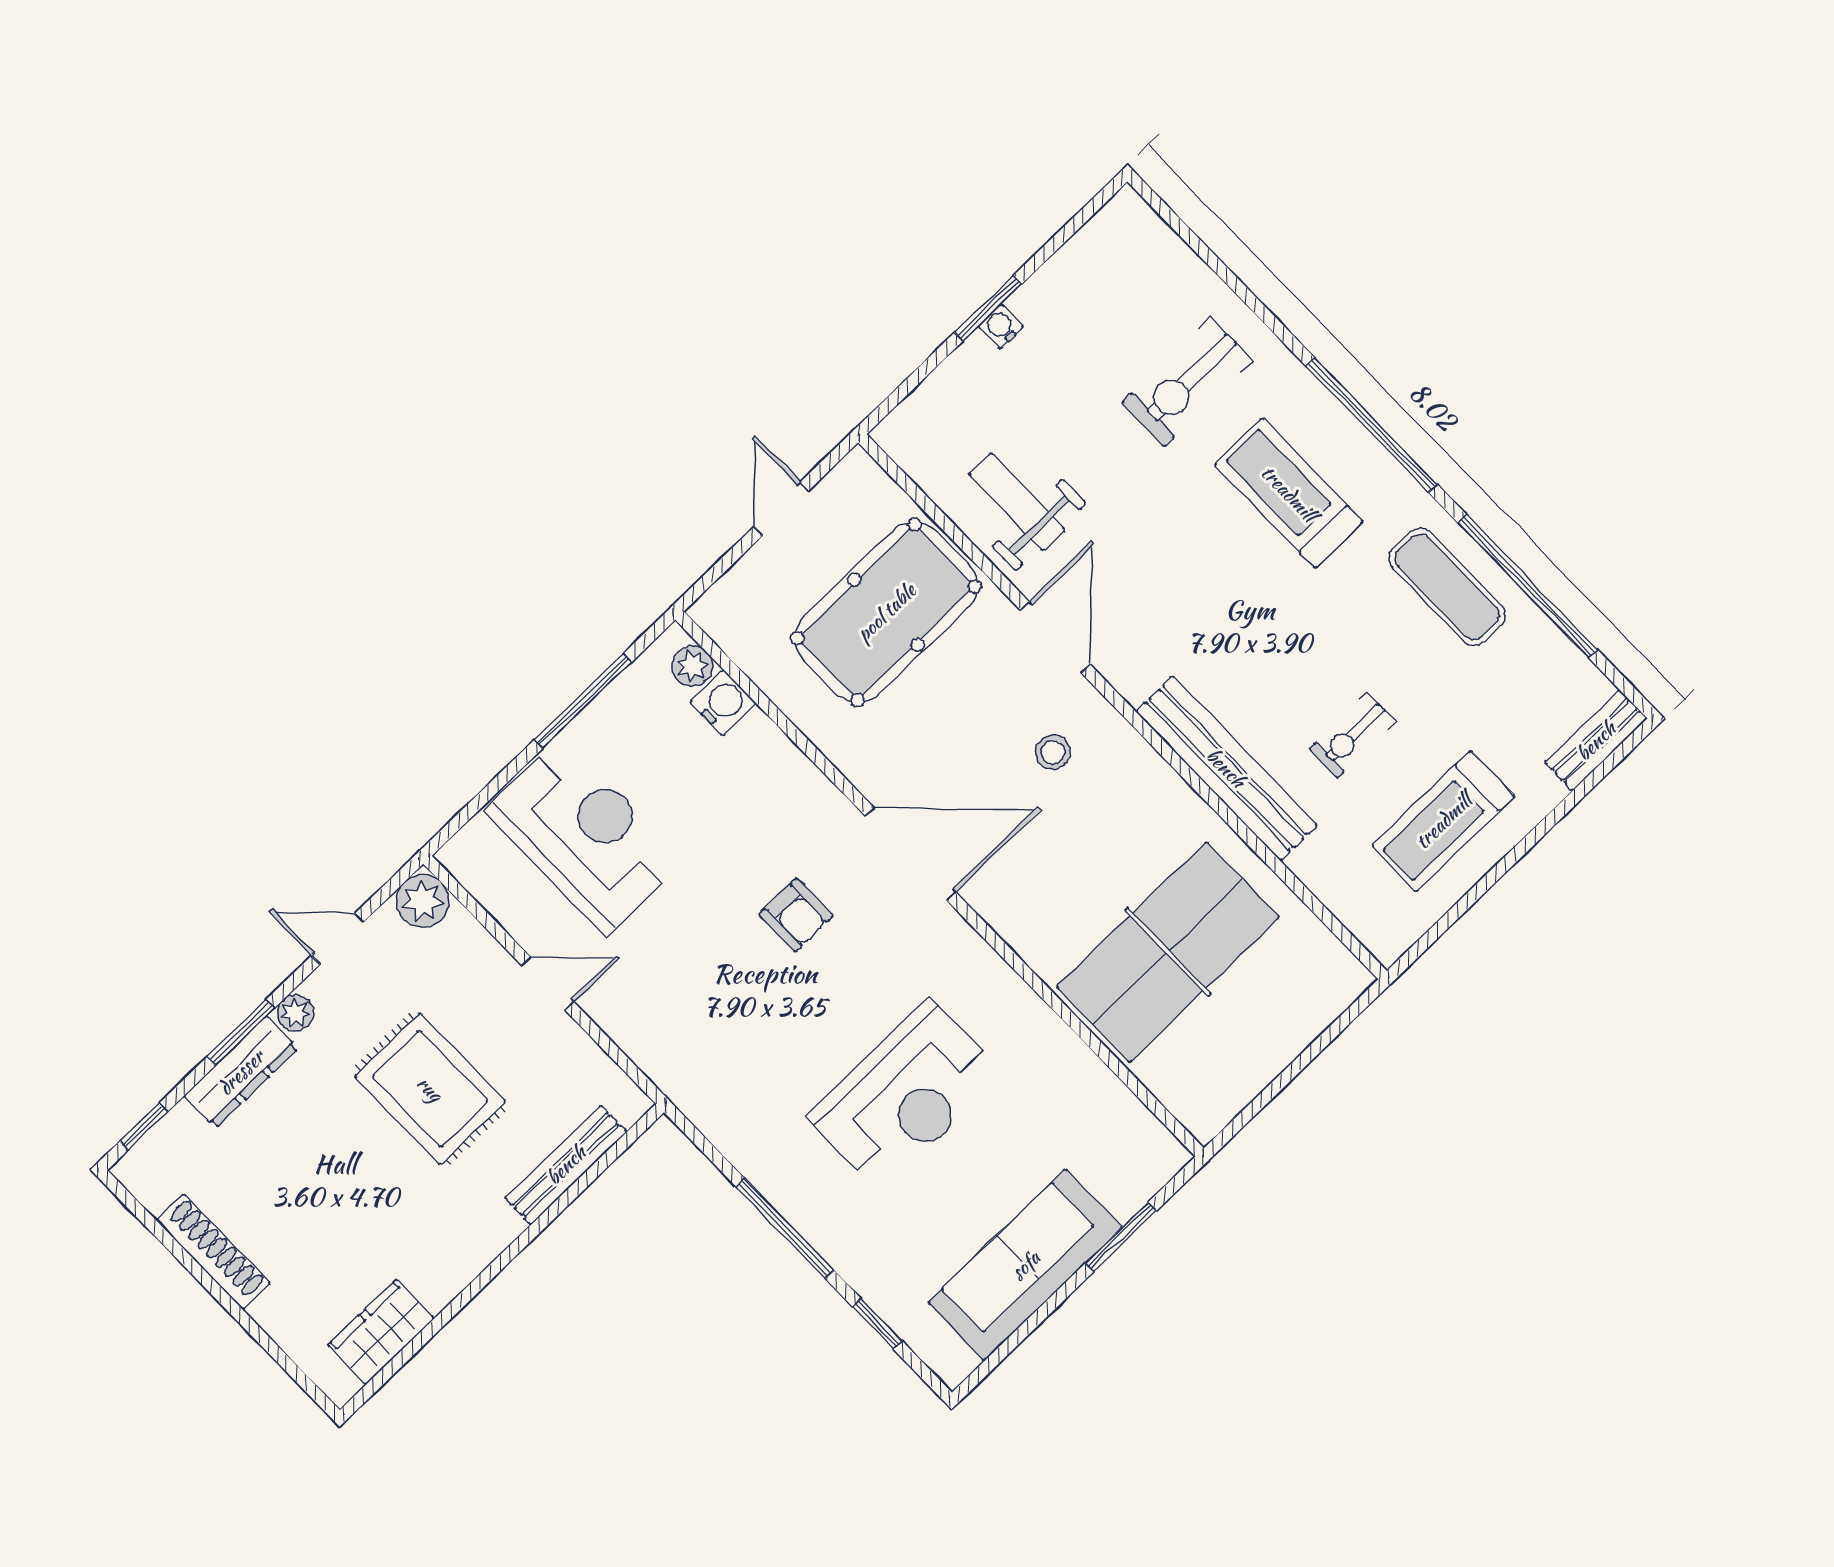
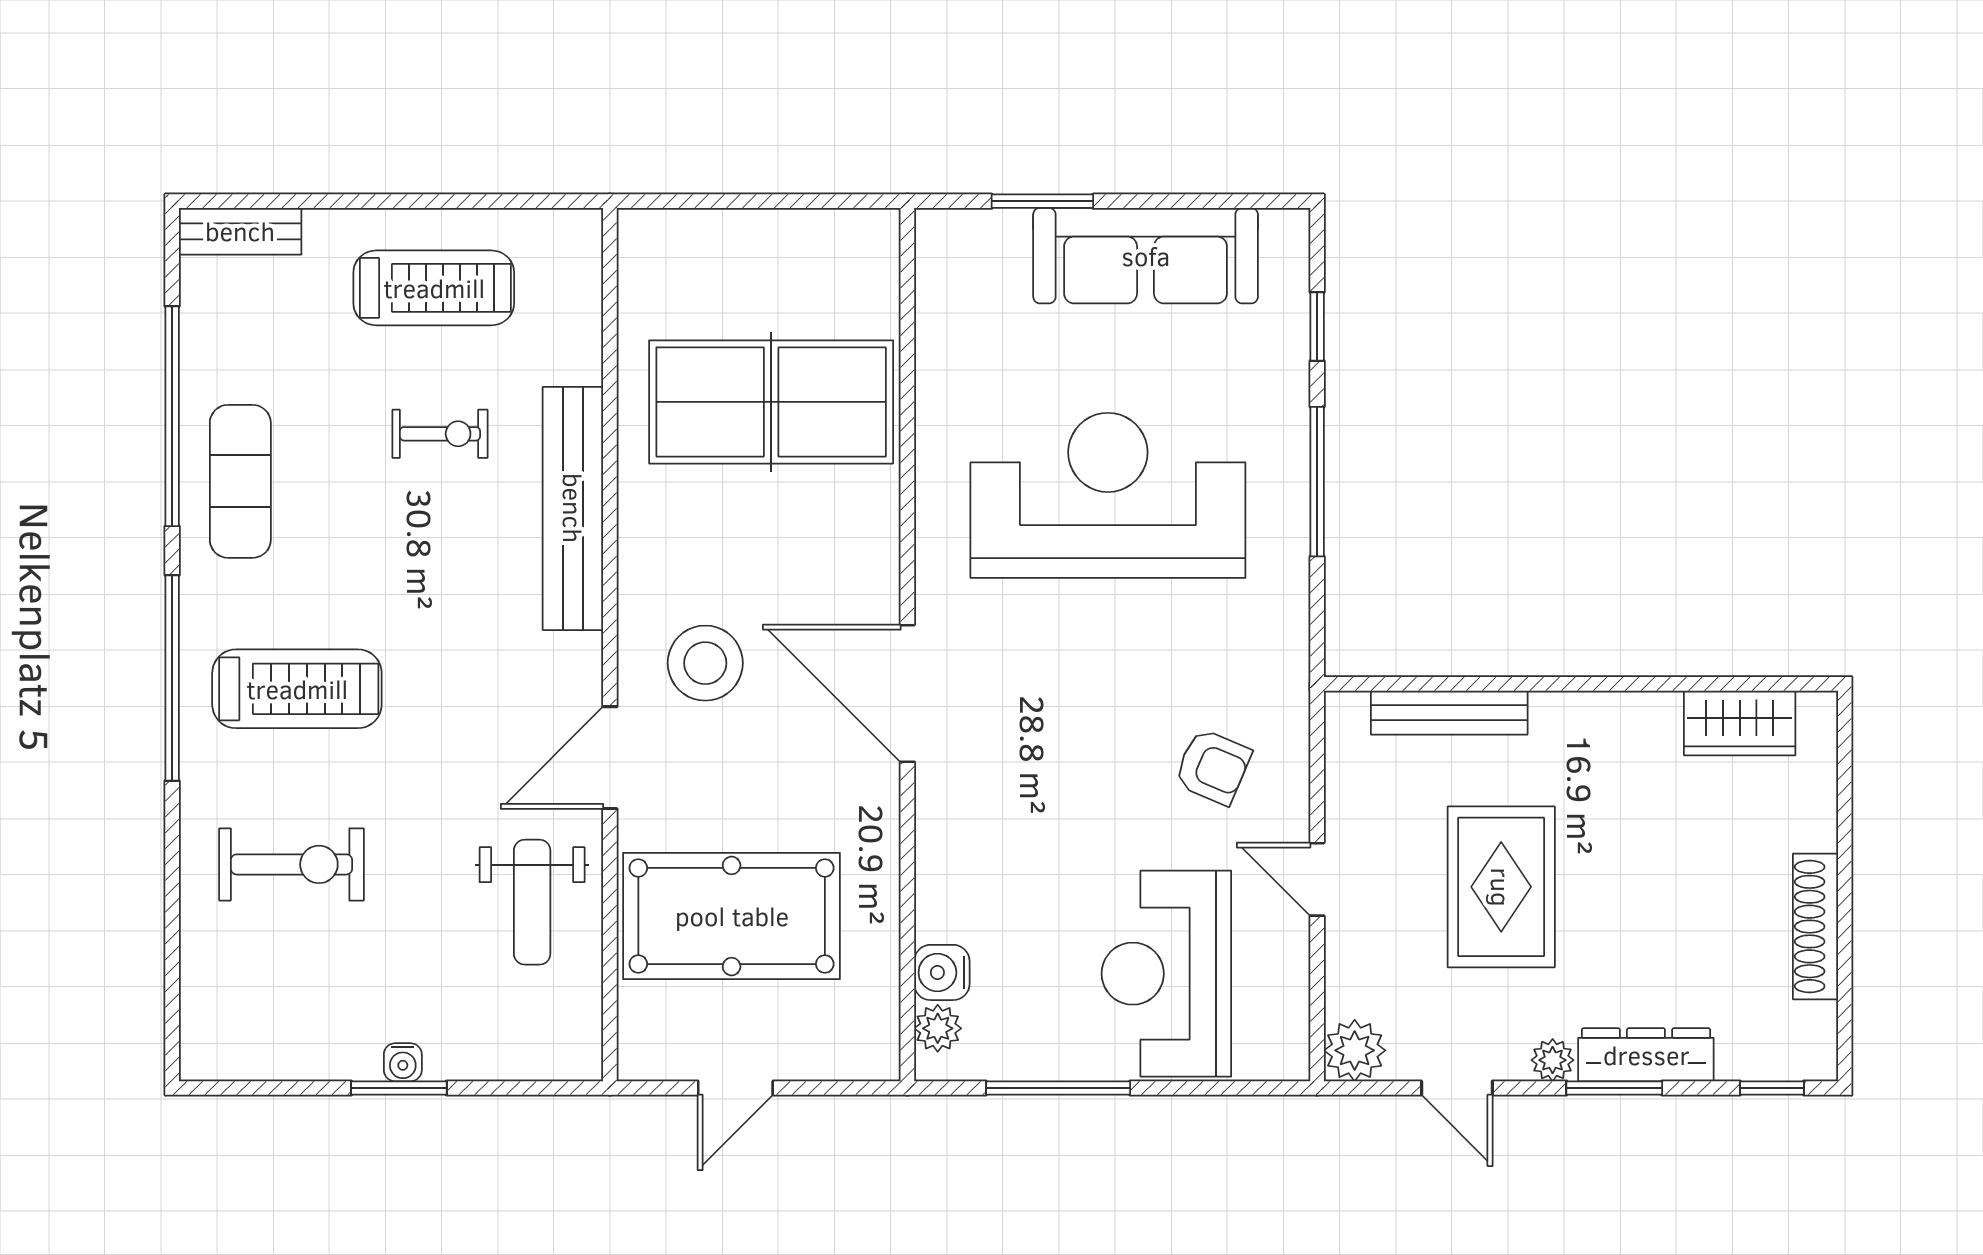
treadmill: (1289, 493) -> (297, 689), turned -90
stool: (1053, 752) -> (705, 663), width x1.89, depth x1.89
armchair: (796, 915) -> (1213, 767), moved, turned 113
reception desk: (905, 1095) -> (1108, 495), width x1.36, depth x1.30

